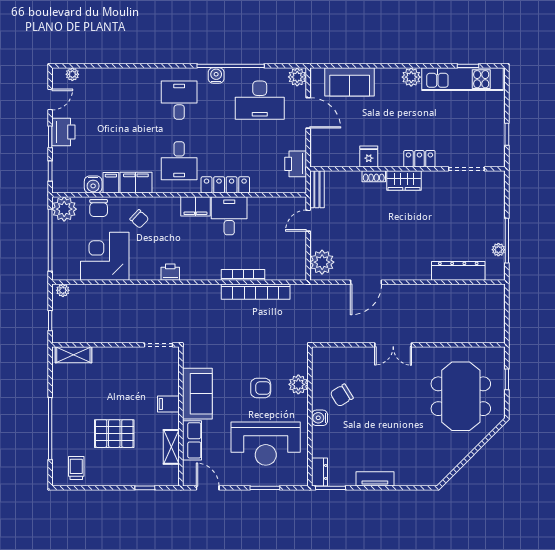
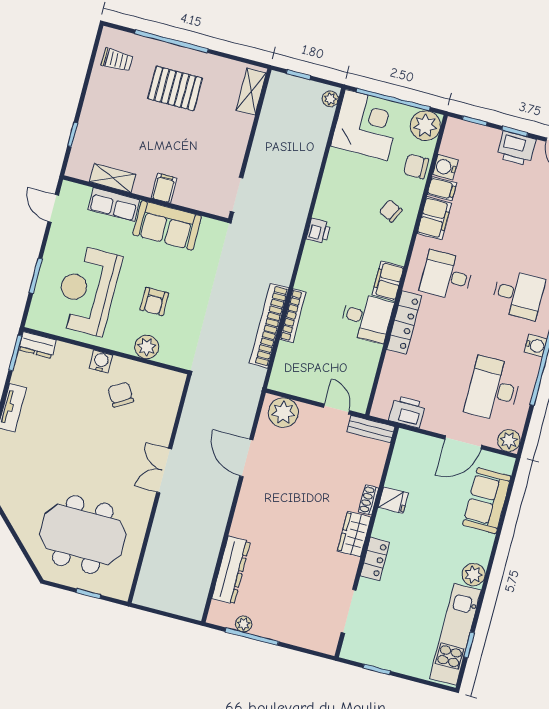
chair: (139, 219) -> (391, 211), turned 73
corner desk: (105, 256) -> (366, 125), moved
pallet: (114, 434) -> (175, 88), moved, turned 90
door: (208, 488) -> (53, 208), swing flipped

